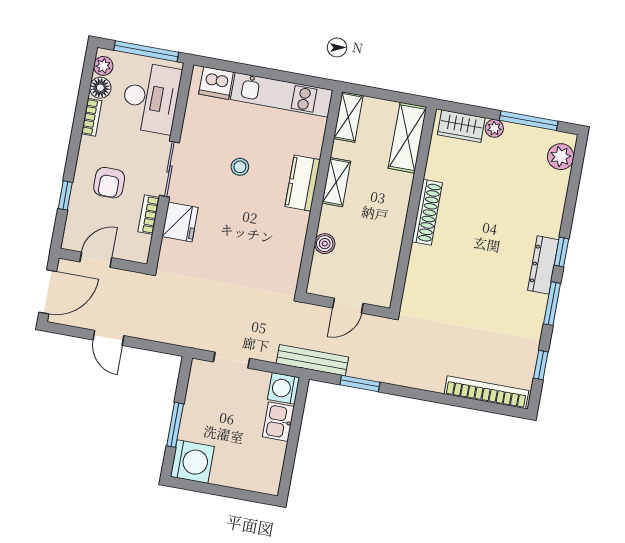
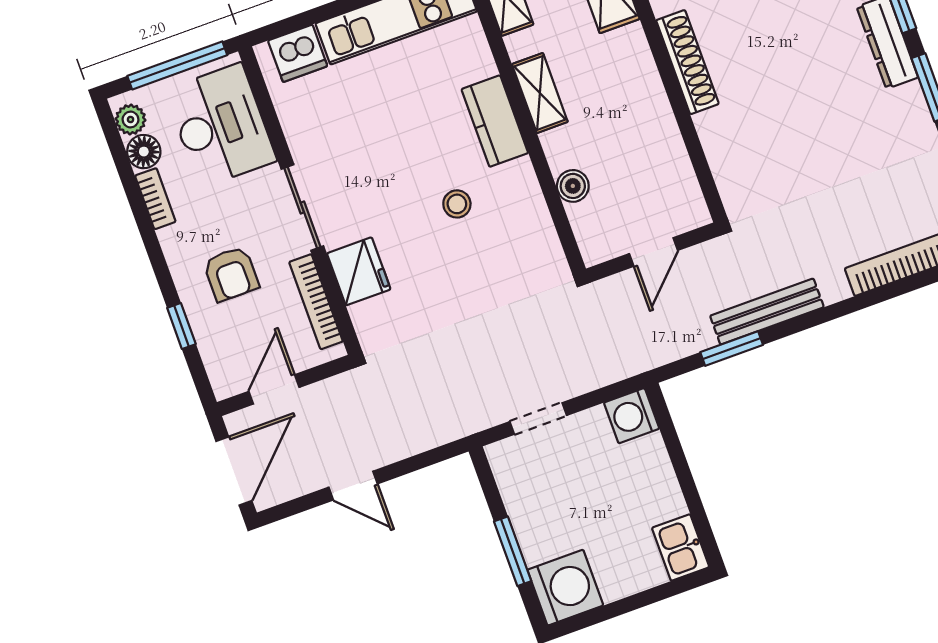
stool: (240, 167) -> (457, 204), moved
bookcase: (149, 215) -> (316, 302), width x1.56
bench: (312, 360) -> (767, 312), moved
kitchen sink: (278, 422) -> (681, 548), moved

